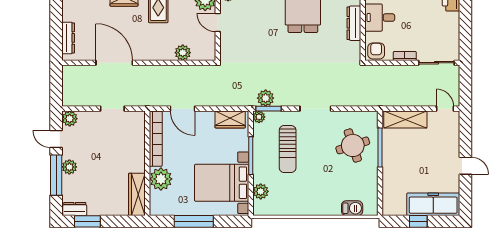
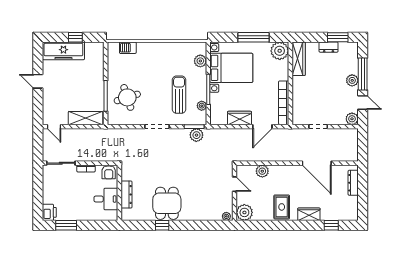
door: (218, 23) -> (234, 184), moved
door: (183, 109) -> (262, 127), swing flipped
plant: (259, 117) -> (202, 106), moved
wardrobe: (230, 119) -> (239, 118), moved
plant: (161, 179) -> (280, 51), moved
dresser: (75, 209) -> (329, 47), moved

